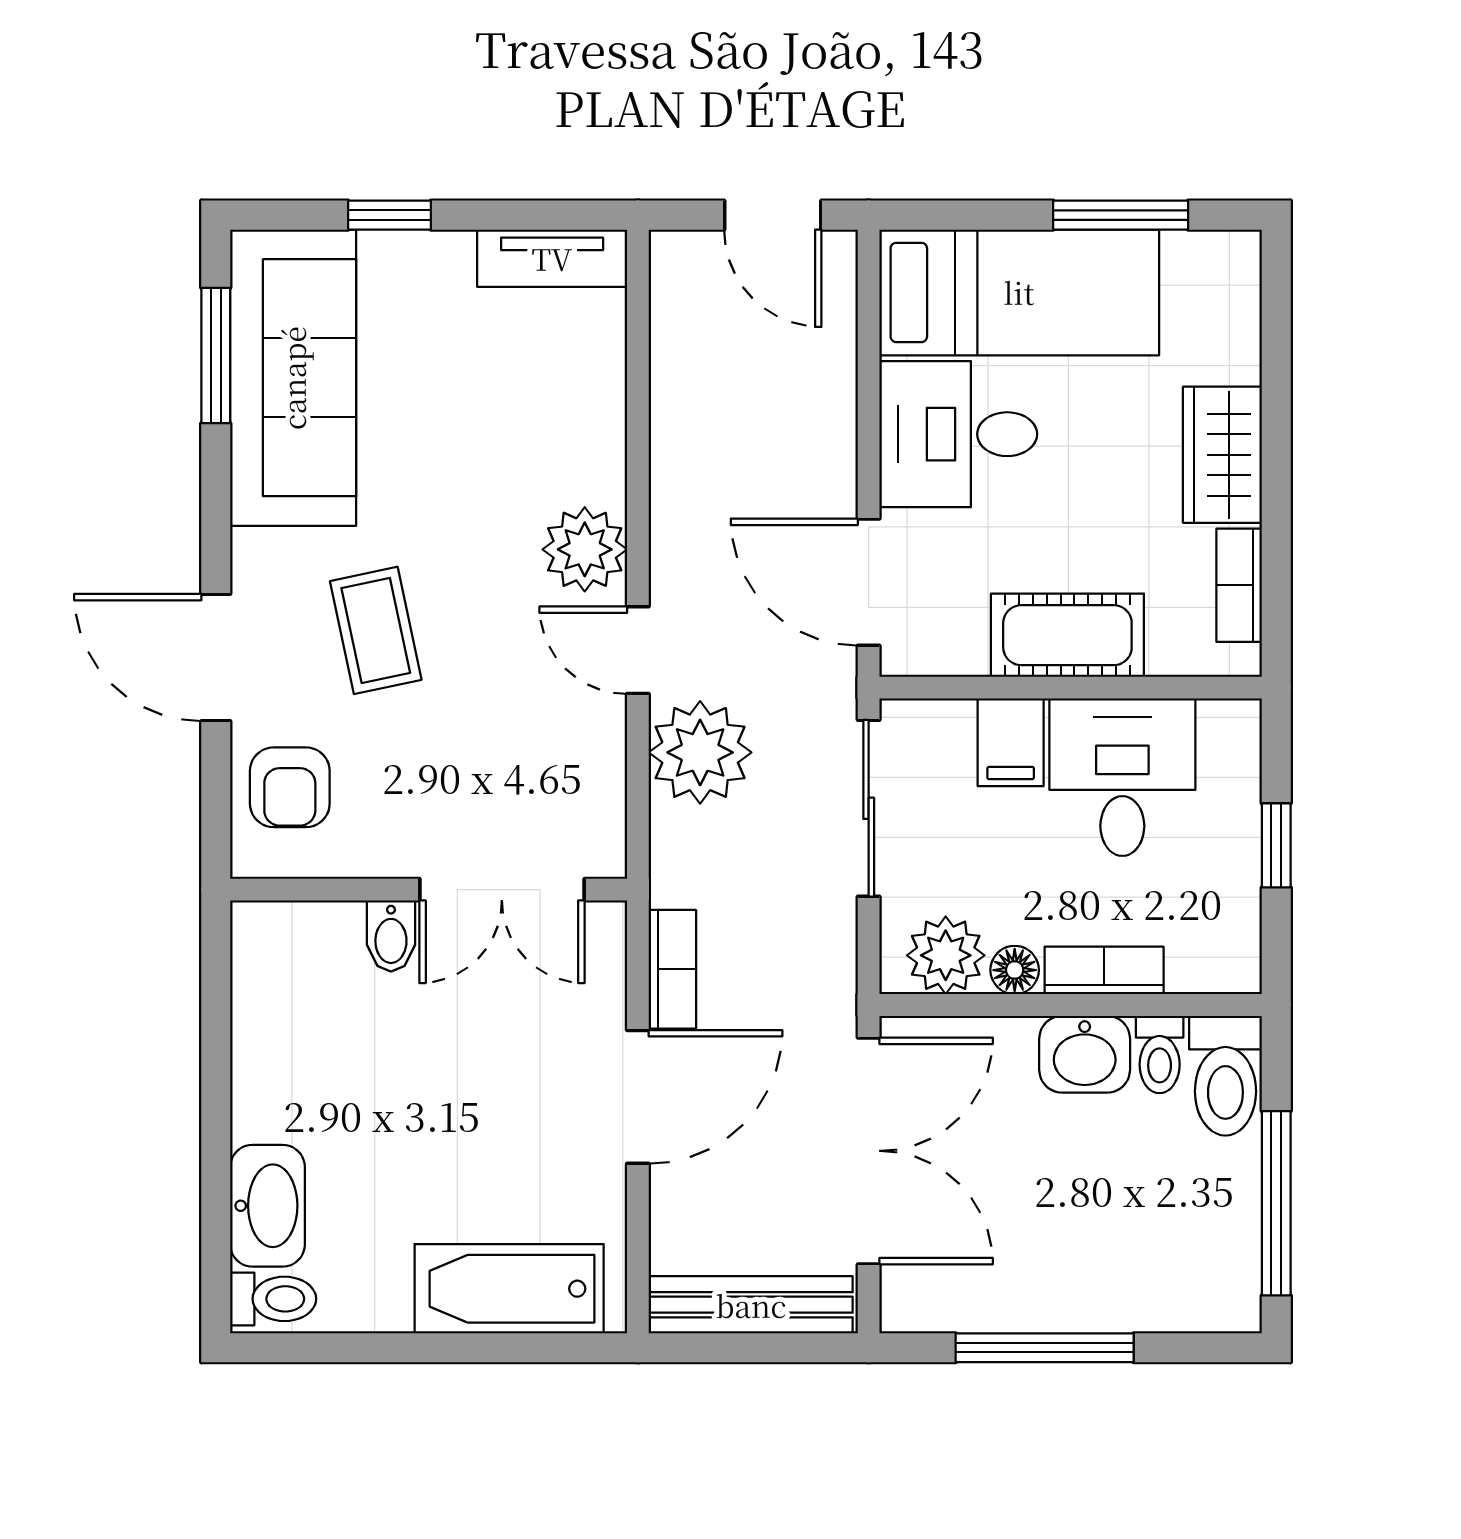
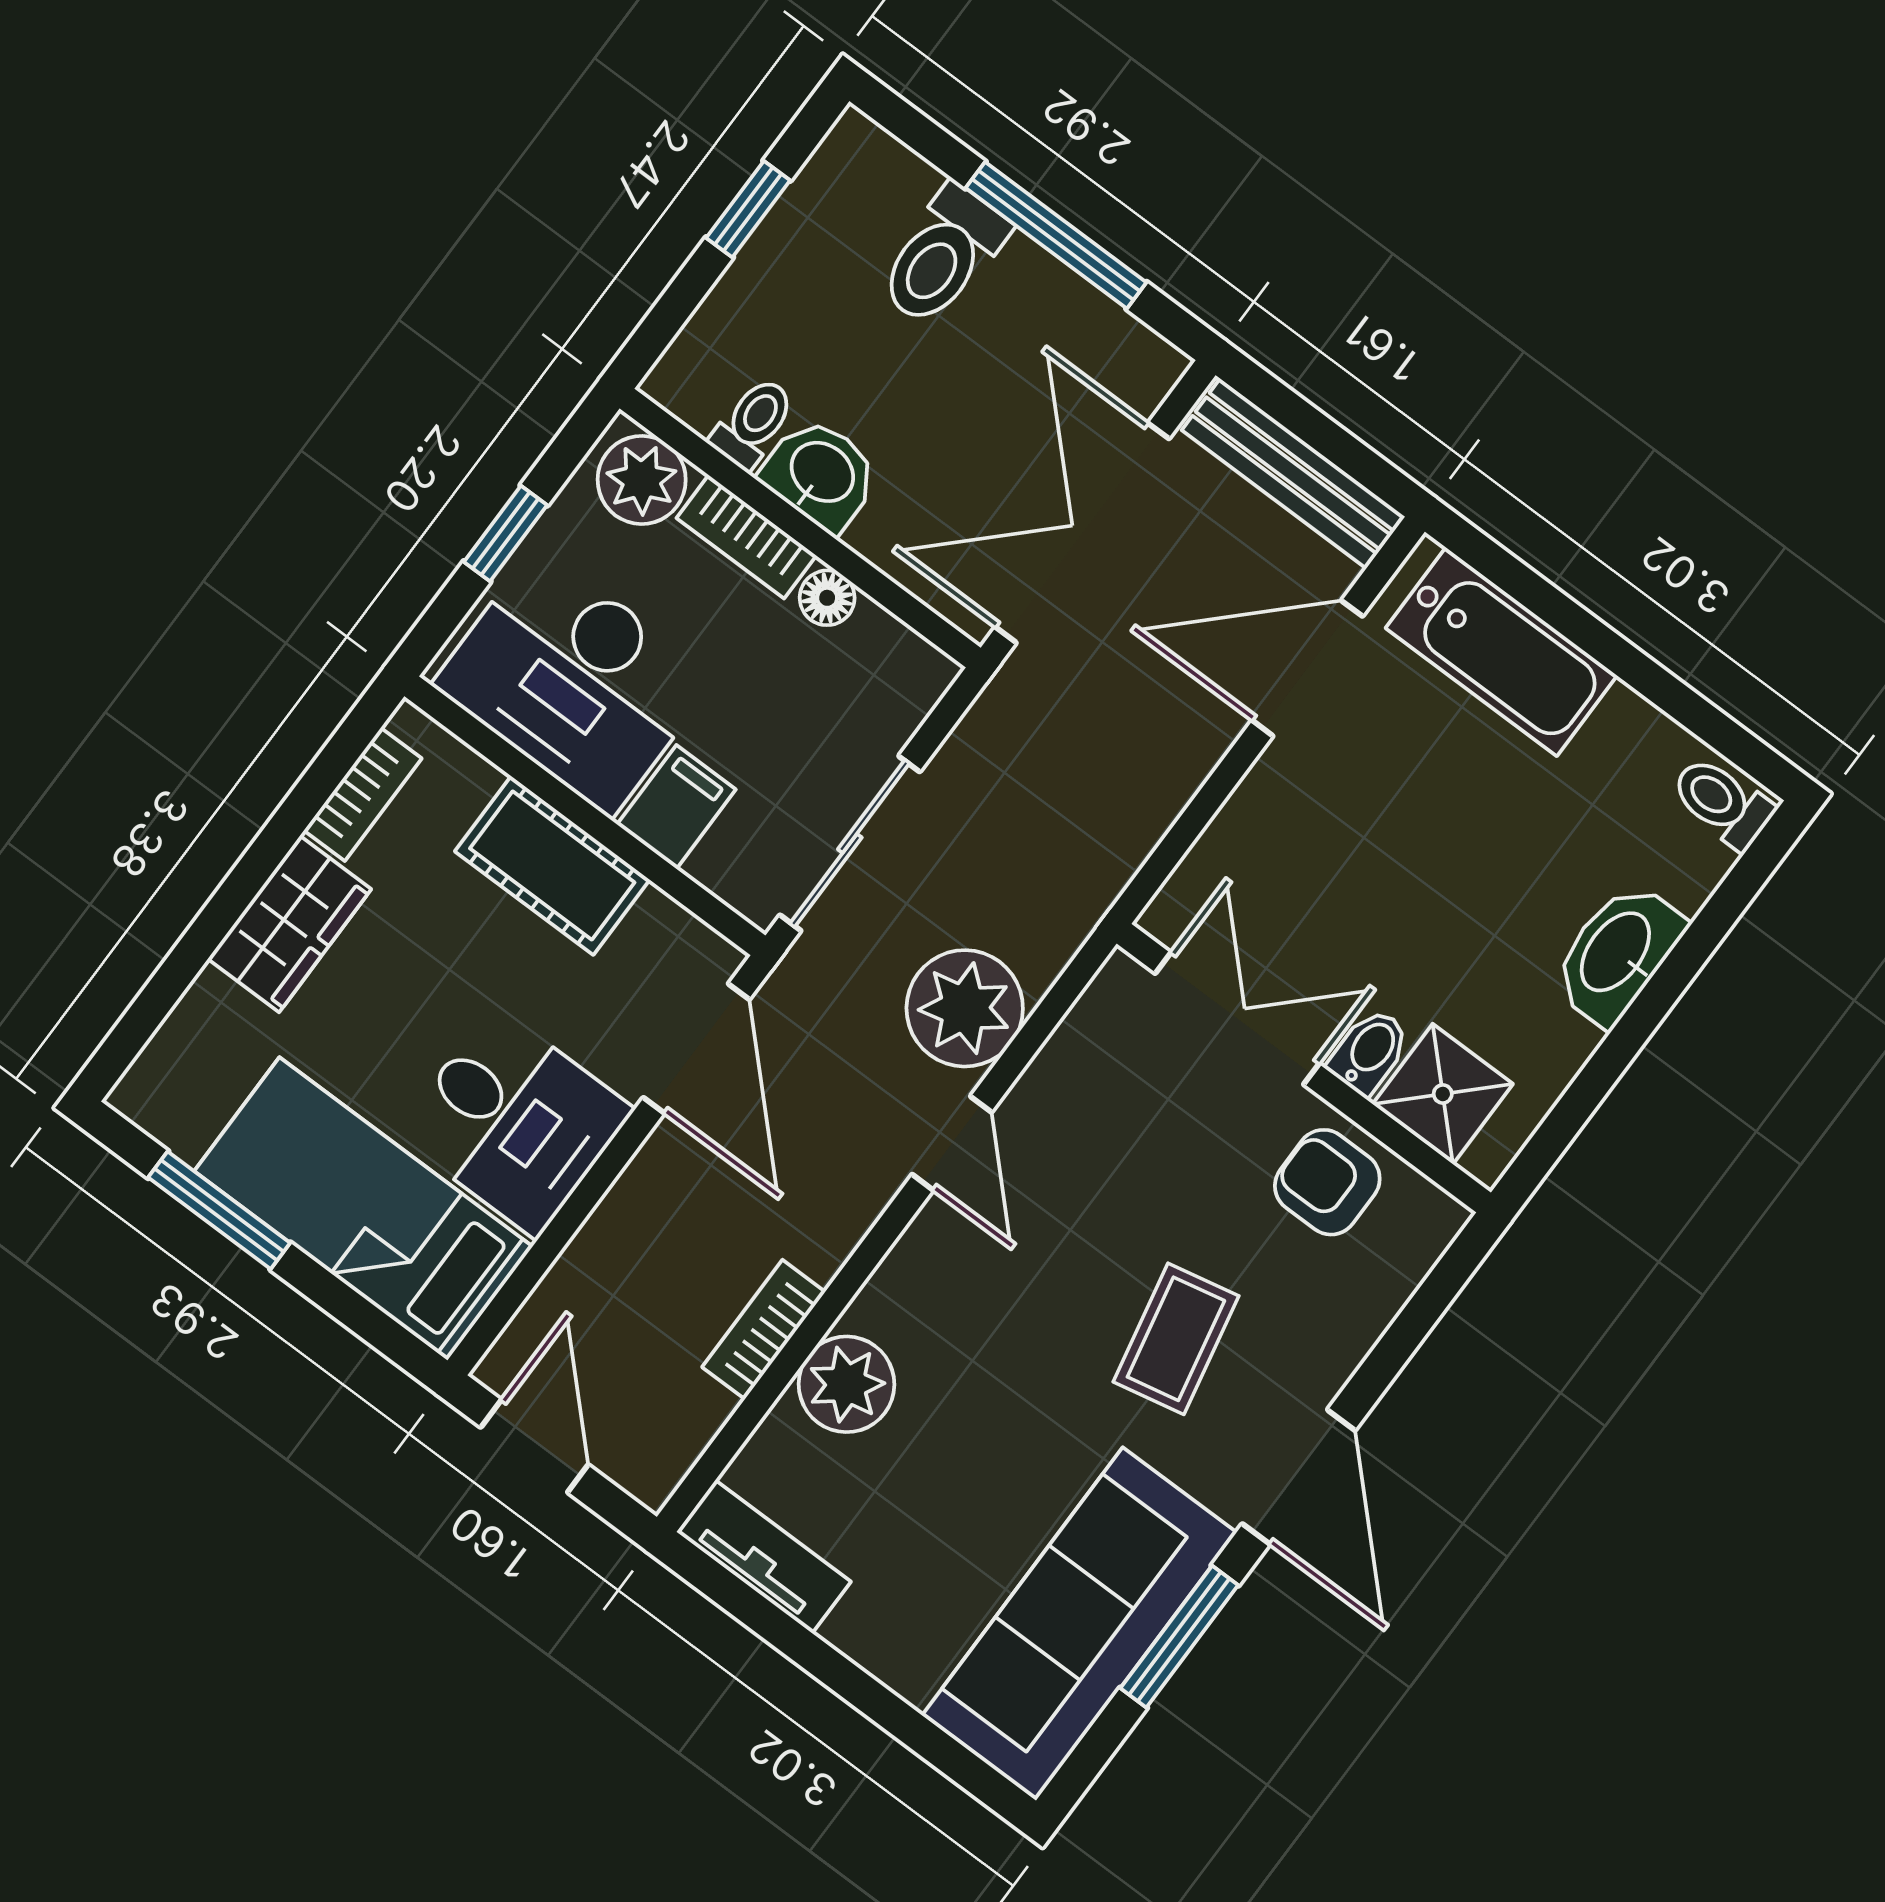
window: (390, 215) -> (882, 1706), removed
window: (216, 356) -> (1179, 1637), moved
plant: (585, 549) -> (846, 1384), moved
door: (216, 657) -> (1299, 1477), moved
desk: (1122, 777) -> (574, 681), width x1.37
armchair: (290, 787) -> (1327, 1182), moved, turned -90
shower: (317, 945) -> (1443, 1094), added
plant: (946, 955) -> (642, 480), moved
bookcase: (672, 969) -> (764, 1329), moved
toilet: (1225, 1076) -> (943, 256), moved, turned 180
door: (638, 1097) -> (1307, 668), moved
window: (1276, 1203) -> (748, 209), width x0.46
washbasin: (268, 1206) -> (1617, 953), moved

